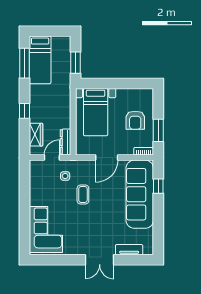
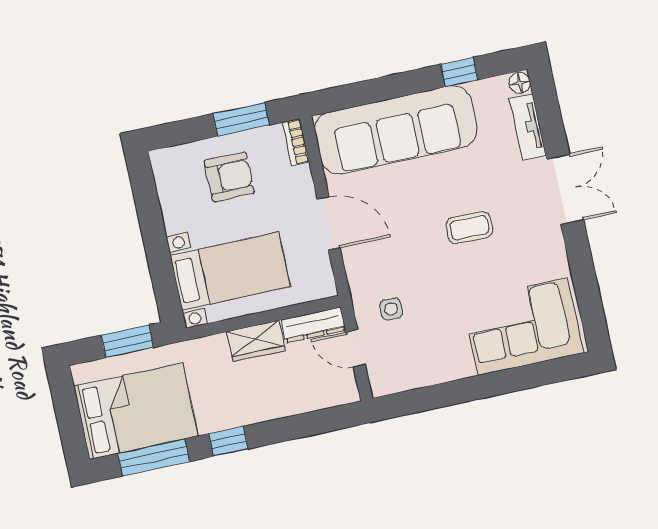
bed: (40, 60) -> (136, 411), width x1.50
window: (24, 111) -> (229, 441), moved
wardrobe: (36, 135) -> (256, 341), moved, turned 180
window: (158, 186) -> (459, 72), moved
coffee table: (83, 195) -> (469, 228), moved
floor lamp: (148, 250) -> (520, 83), added

